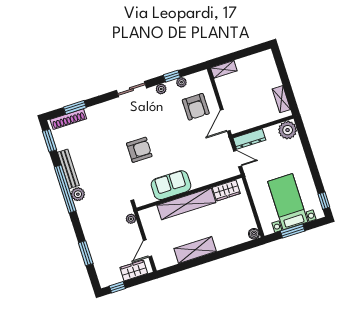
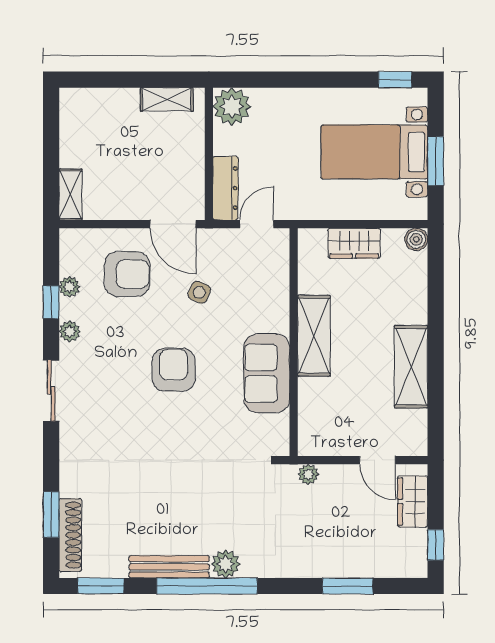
side table: (198, 142) -> (199, 292), added
armchair: (139, 150) -> (174, 370), moved
wardrobe: (226, 190) -> (354, 243), moved, turned 90
shelving: (186, 204) -> (314, 336), width x0.68

